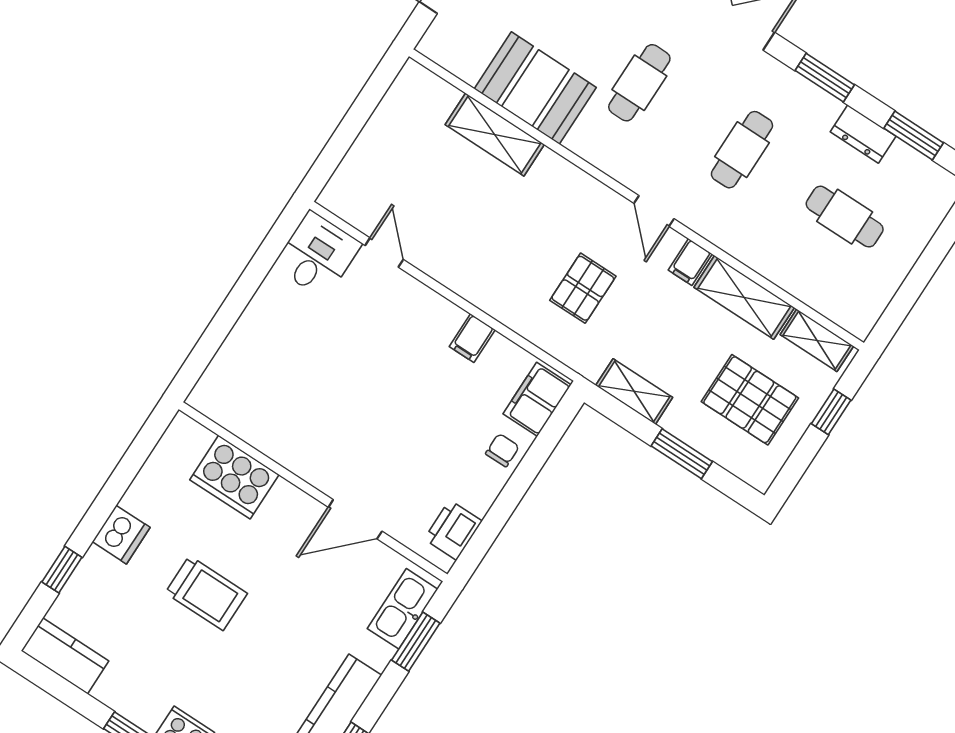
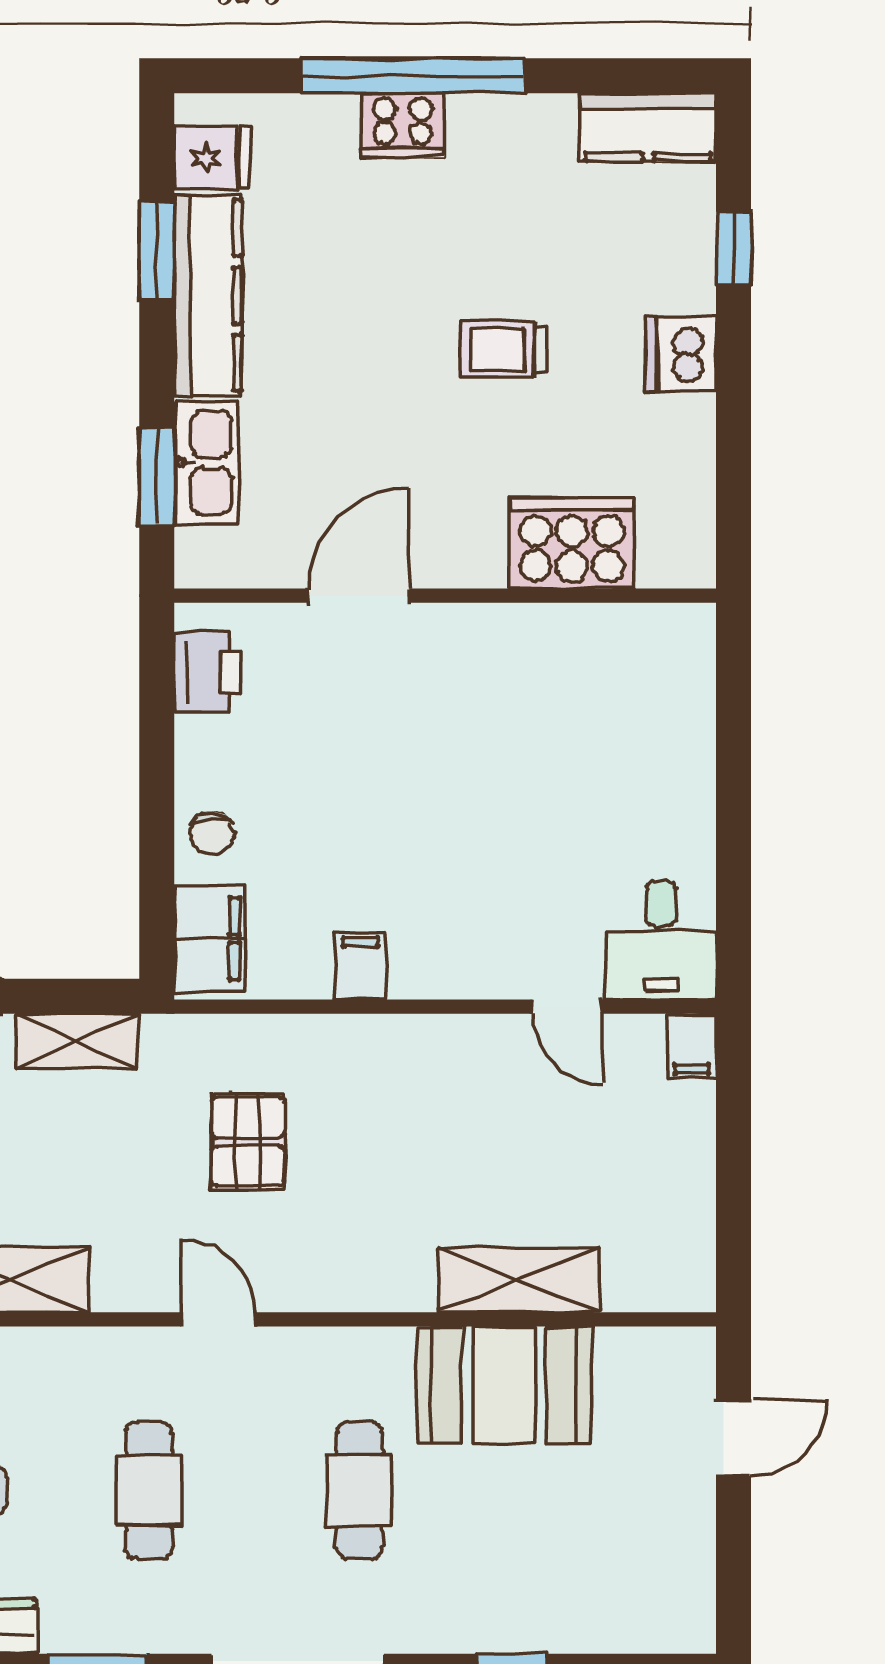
filing cabinet: (690, 262) -> (692, 1046), moved, turned 180
trolley: (206, 593) -> (504, 350), width x0.73, depth x0.72
kitchen sink: (403, 609) -> (207, 463), moved

